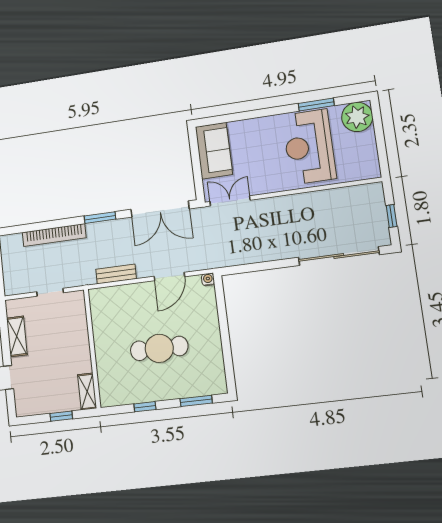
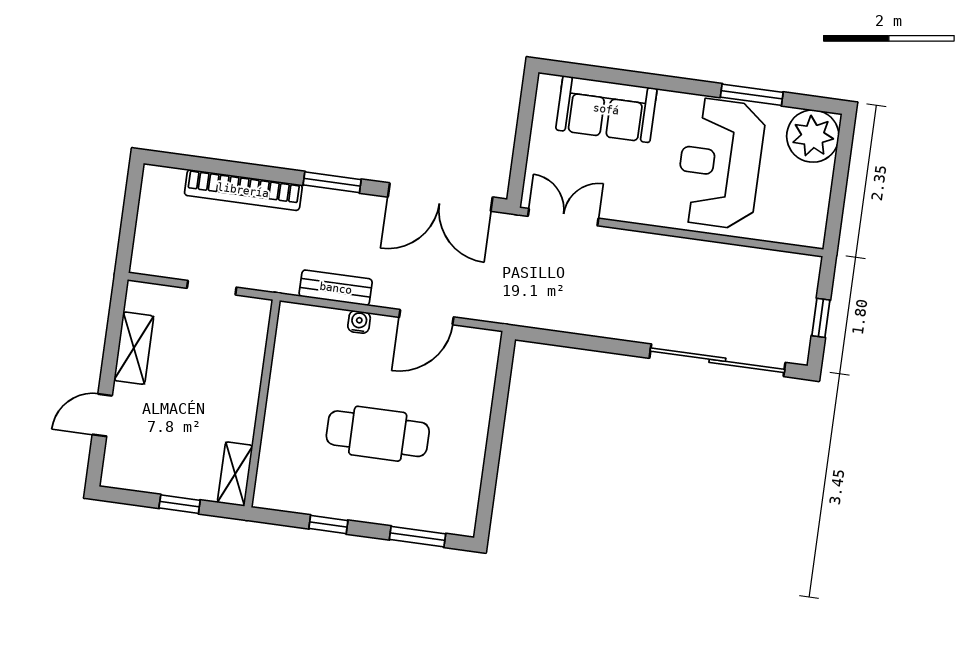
sofa: (214, 151) -> (606, 109), moved, turned 90
water cooler: (208, 279) -> (359, 322), moved

